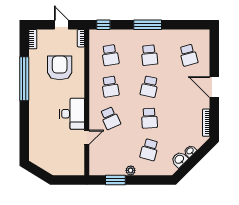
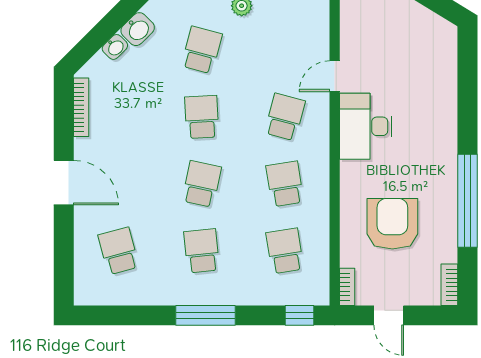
armchair: (60, 68) -> (392, 224), turned 180
school desk: (110, 118) -> (285, 117), turned 39

